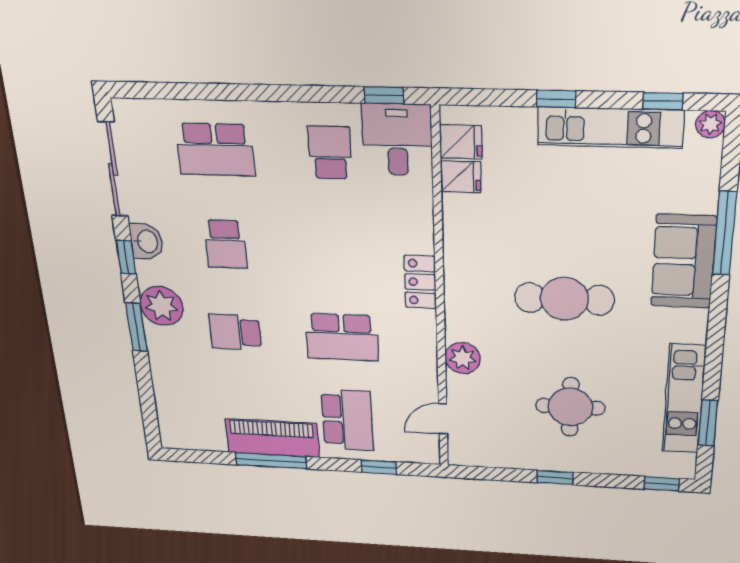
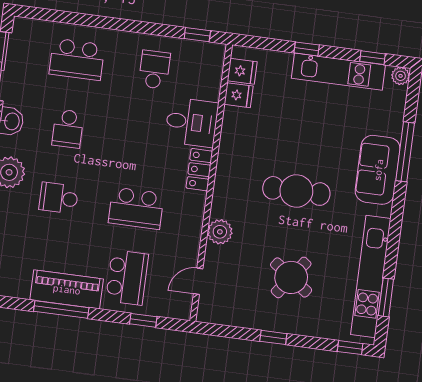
desk: (397, 140) -> (192, 122), moved, turned 90
kitchen unit: (684, 399) -> (371, 276), width x1.36
round table: (570, 407) -> (291, 277), turned 36

